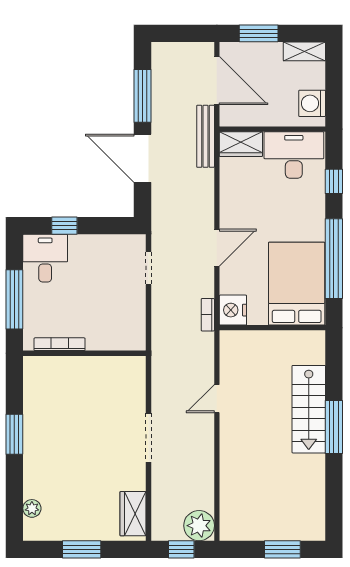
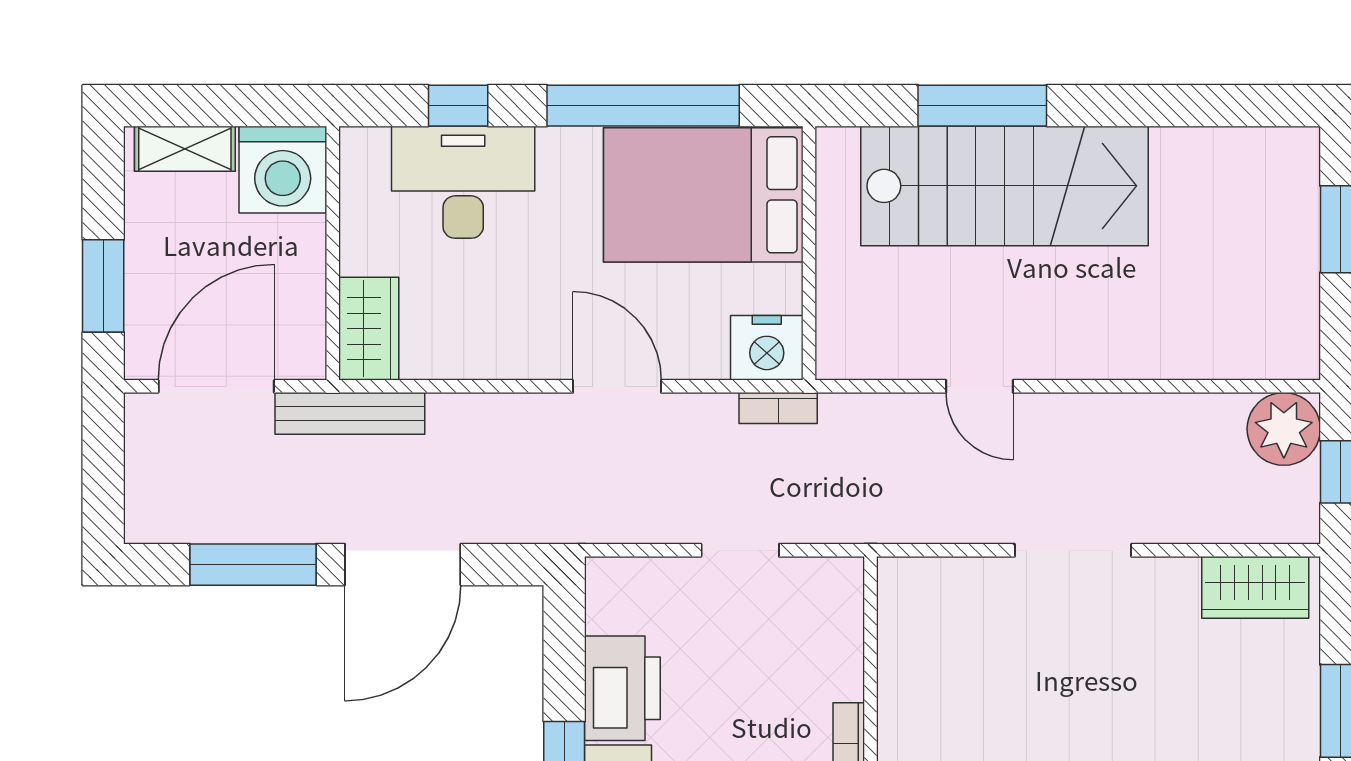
shelving: (304, 51) -> (185, 149), moved, turned 90
washing machine: (312, 103) -> (283, 170), width x1.37, depth x1.37
desk: (294, 155) -> (463, 182), moved, turned 90
printer: (91, 250) -> (622, 688), added
doorway: (149, 268) -> (740, 550), moved
stairs: (309, 409) -> (1005, 186), width x1.36, depth x1.51
window: (334, 427) -> (982, 106), moved

